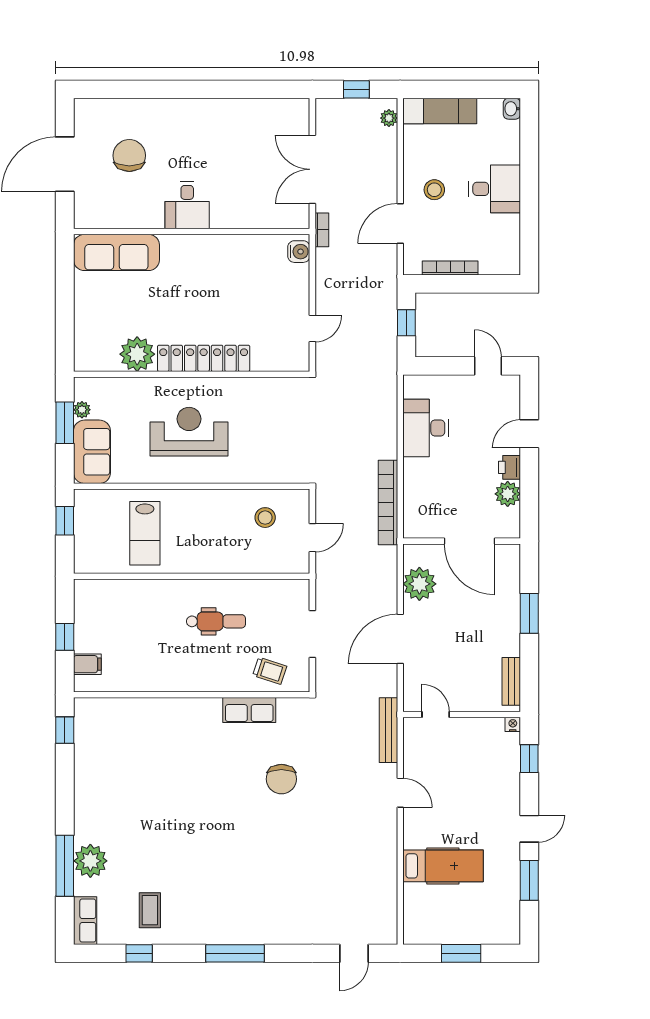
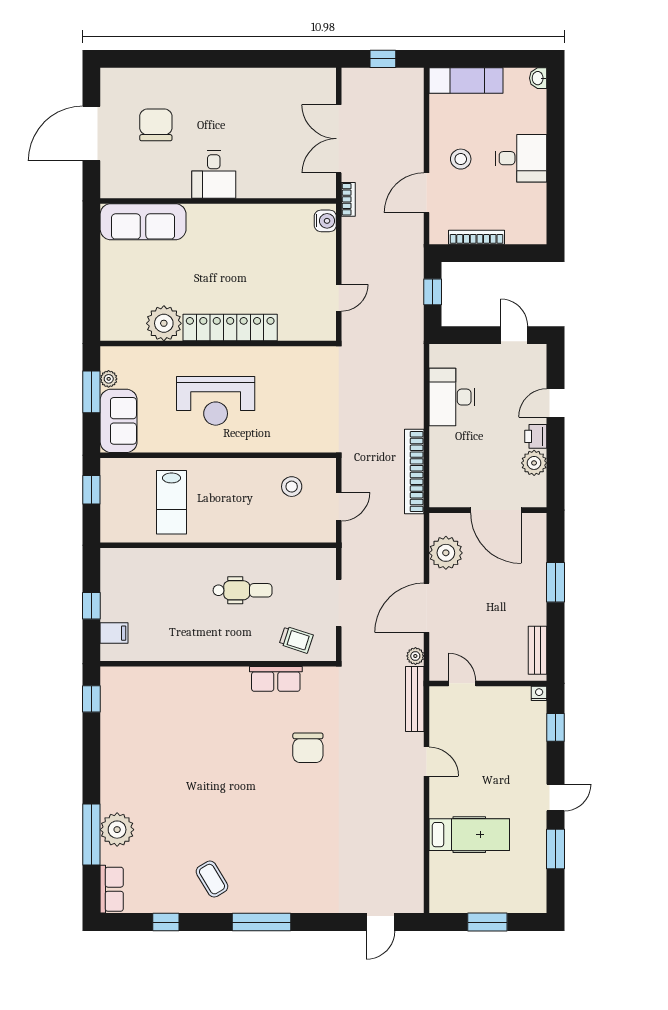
plant: (389, 118) -> (415, 656), moved
reception desk: (189, 432) -> (216, 401), turned 180
coffee table: (150, 910) -> (212, 879), moved, turned -31

